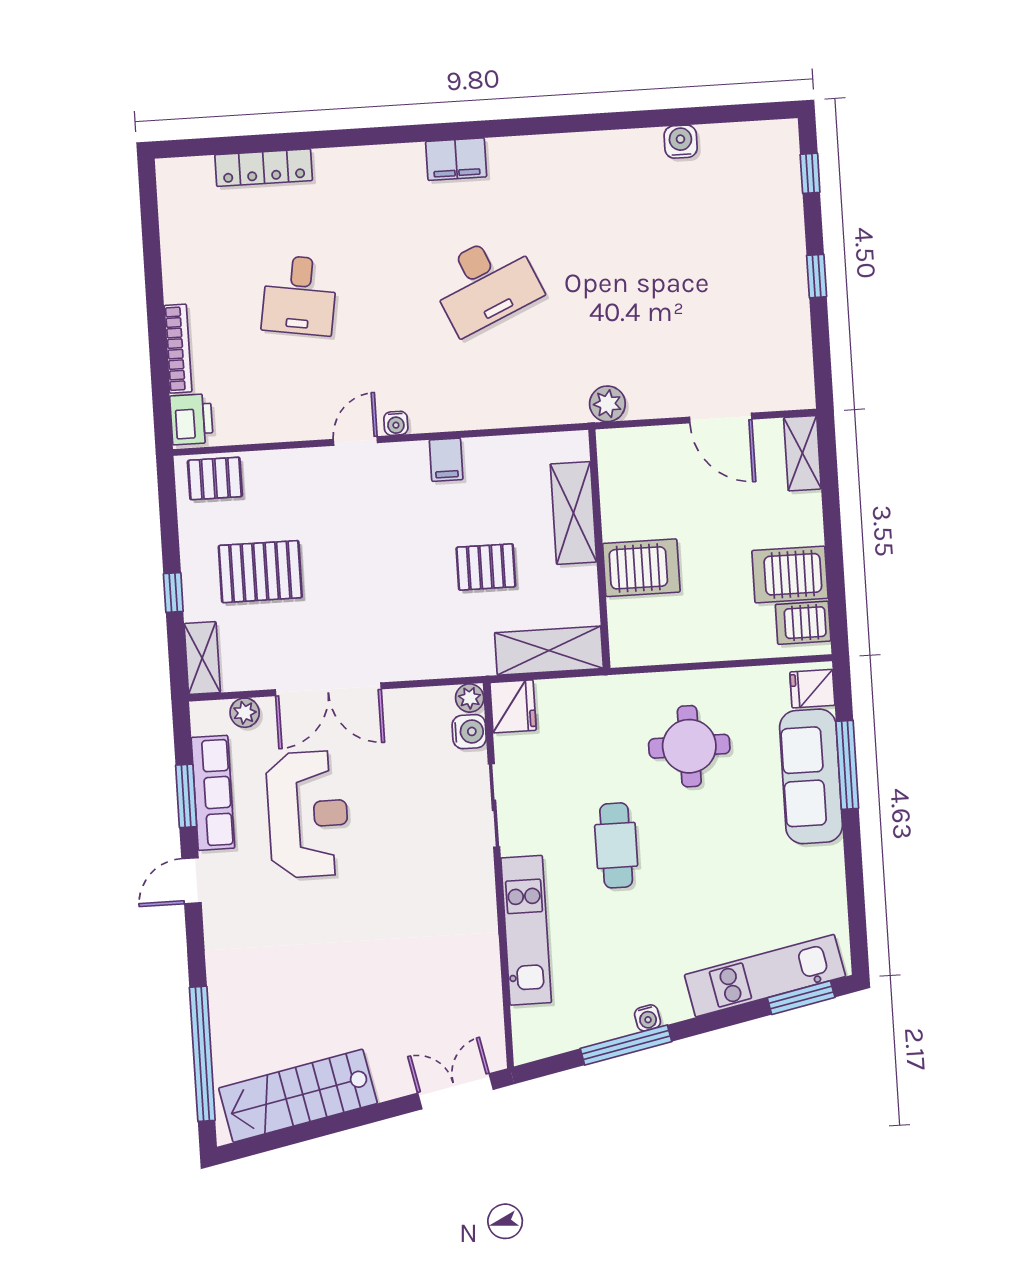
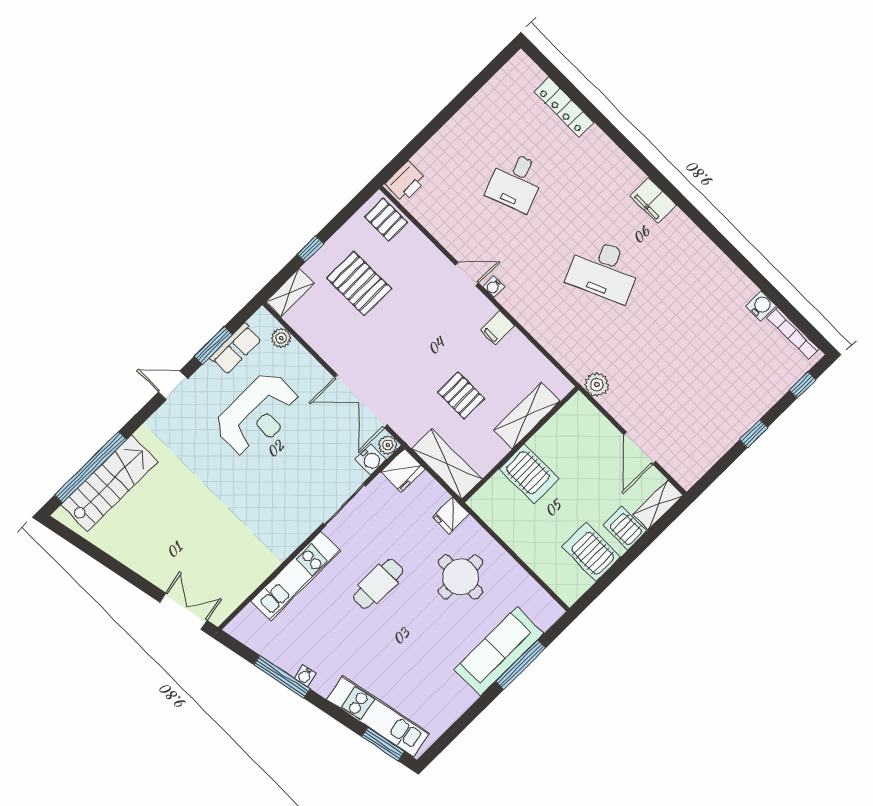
desk: (300, 295) -> (516, 182), turned -30
bookcase: (178, 349) -> (793, 333), moved, turned 90
server rack: (803, 623) -> (625, 528), moved
double door: (328, 689) -> (361, 401), moved
fridge: (812, 689) -> (451, 515), moved, turned -90
row of seats: (213, 793) -> (235, 349), width x0.68
stairs: (298, 1096) -> (110, 483), moved, turned 102

